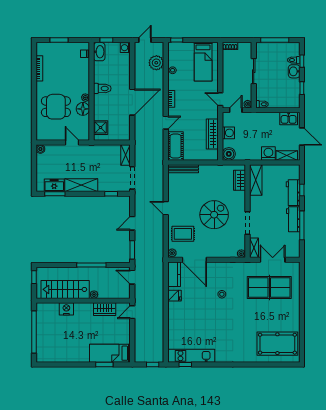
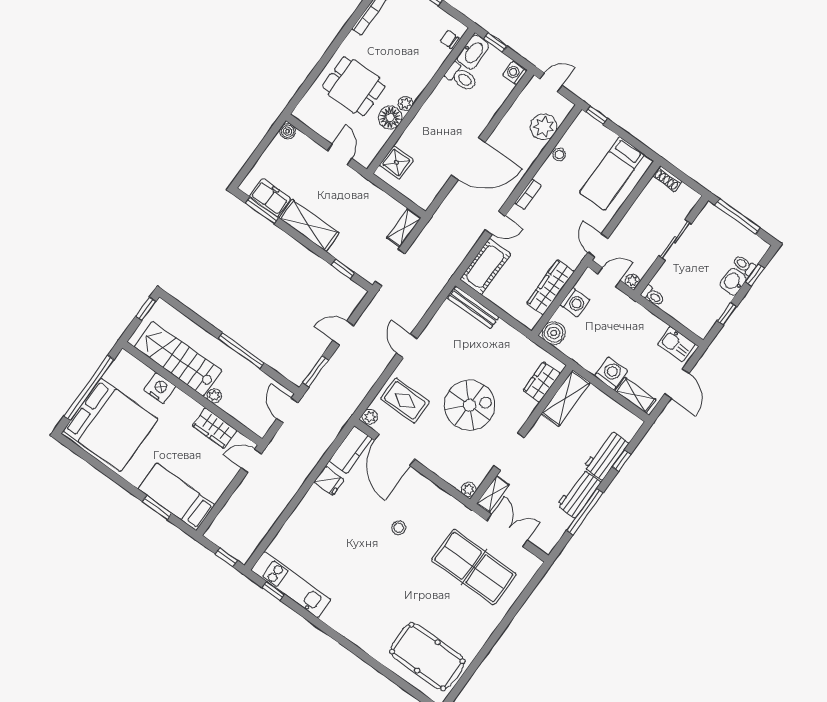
toilet: (102, 88) -> (461, 77), moved
bed: (56, 342) -> (111, 425), added

